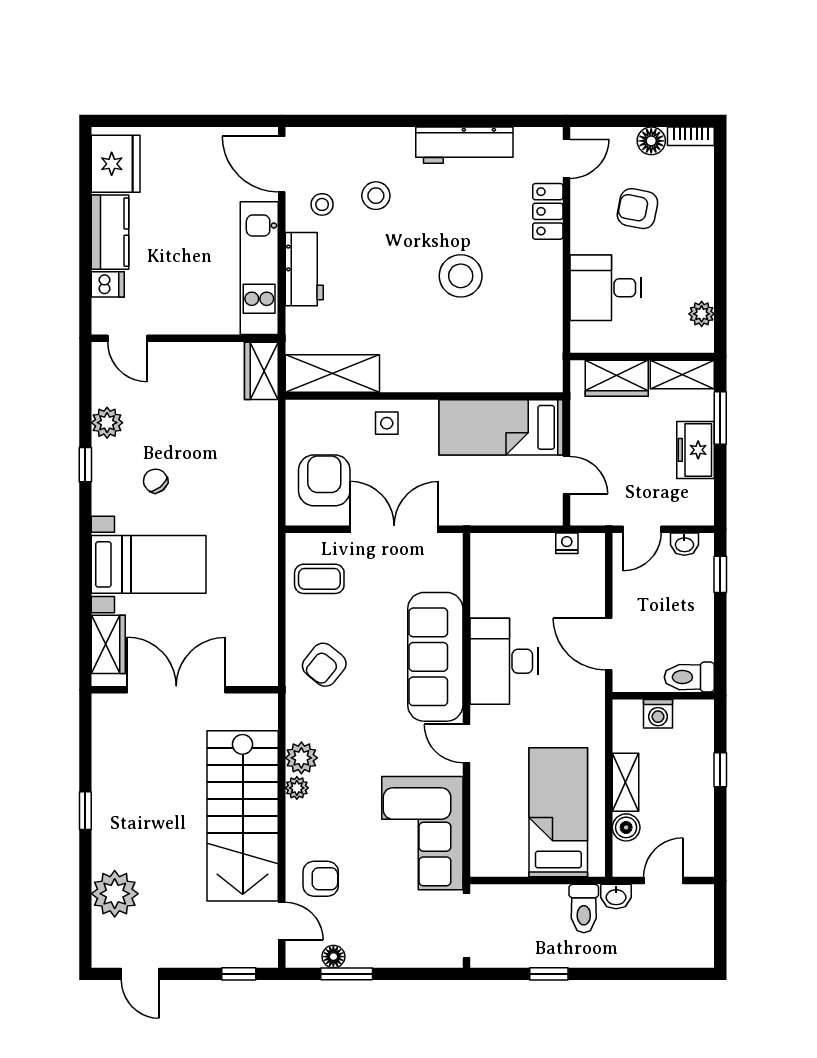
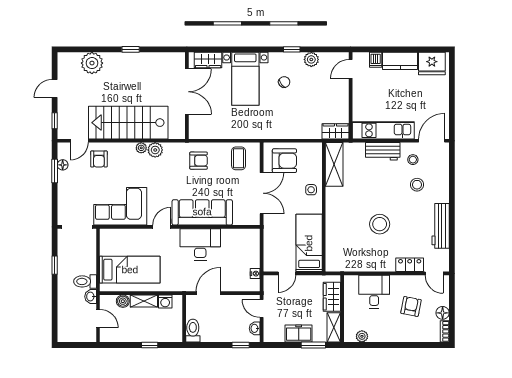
armchair: (324, 665) -> (199, 161), turned 141
washing machine: (658, 714) -> (165, 301), moved, turned -90
door: (140, 974) -> (55, 89), moved

